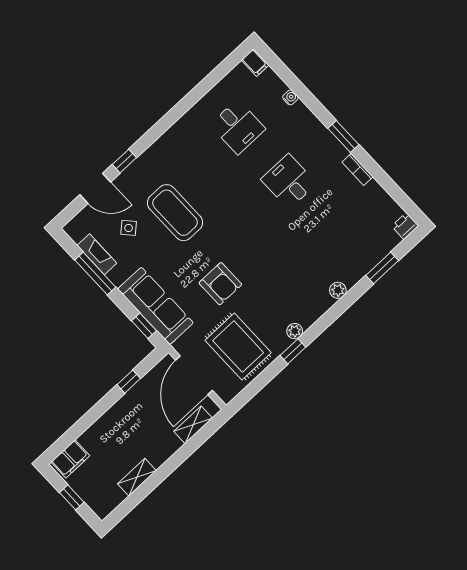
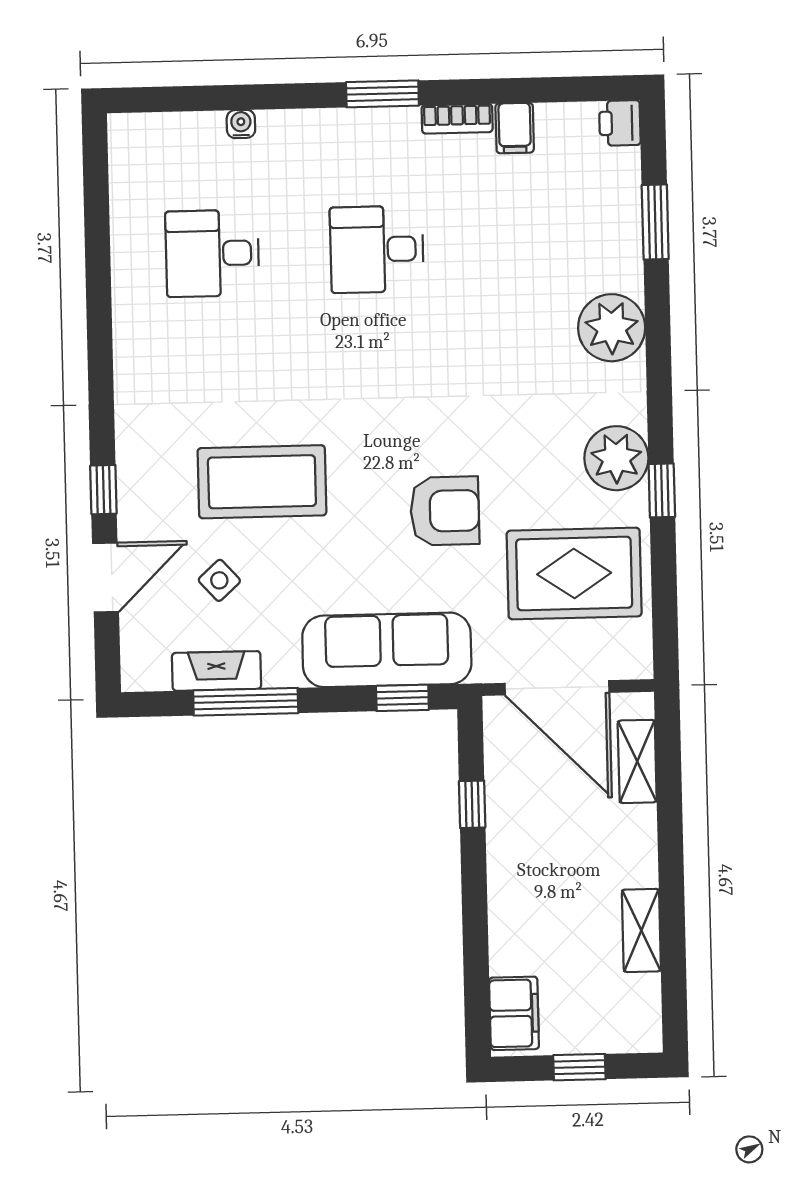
filing cabinet: (255, 63) -> (515, 128), moved, turned 90
desk: (238, 127) -> (212, 253), turned 180
plant: (338, 290) -> (612, 328), width x1.88, depth x1.88
plant: (295, 331) -> (616, 458), width x1.88, depth x1.88

